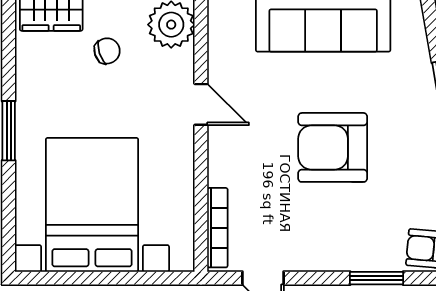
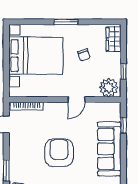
chair: (107, 51) -> (84, 55), moved

